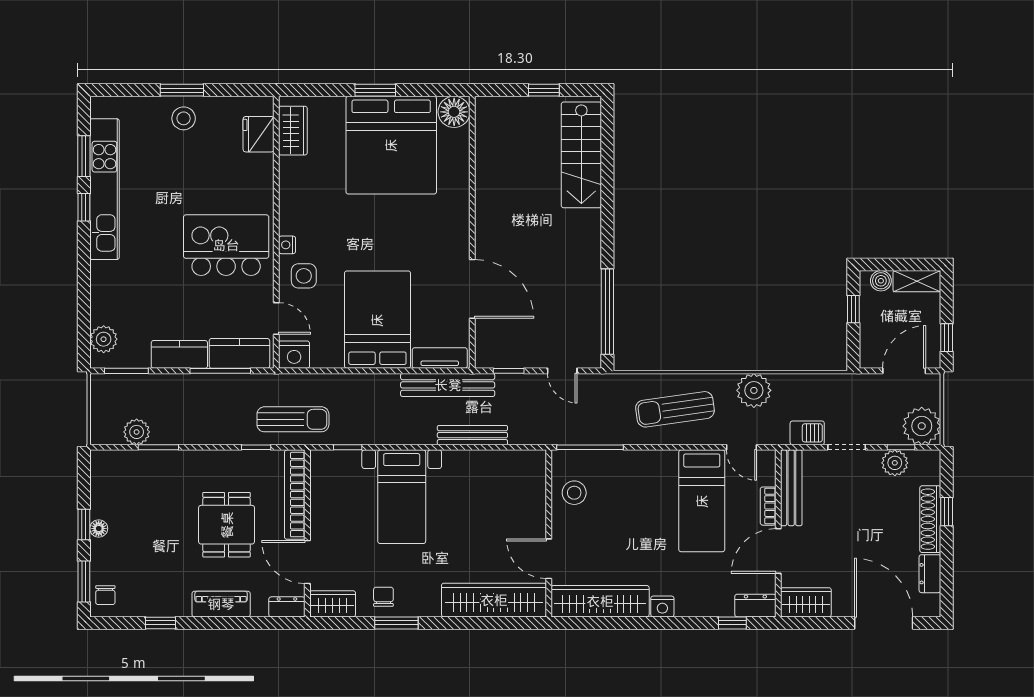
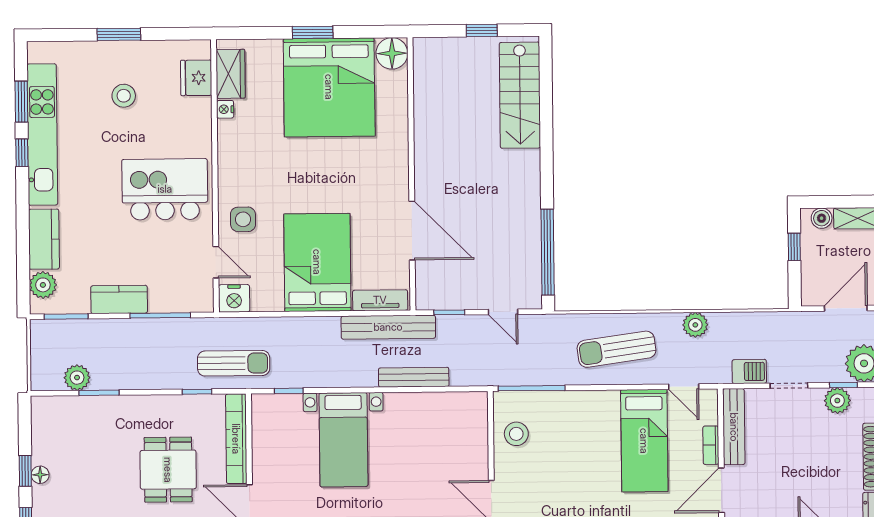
stool: (184, 118) -> (124, 96), moved
nightstand: (287, 245) -> (225, 109), moved
kitchen counter: (239, 353) -> (44, 239), moved, turned 90
plant: (754, 390) -> (695, 325), width x0.73, depth x0.73

